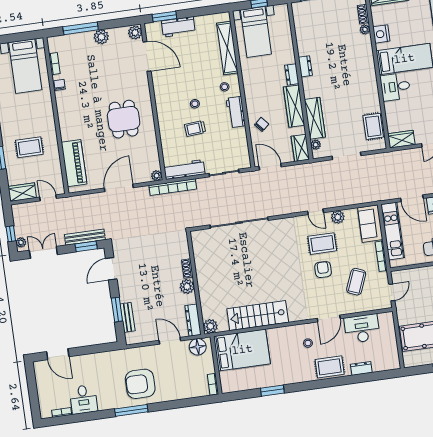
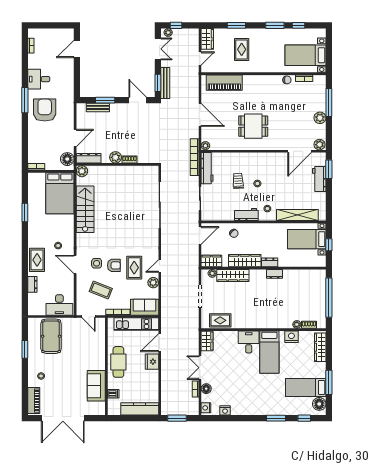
side table: (323, 292) -> (97, 263), added
desk: (362, 329) -> (59, 305), moved, turned 90
desk: (83, 399) -> (39, 79), moved

